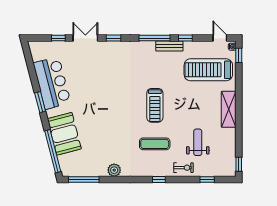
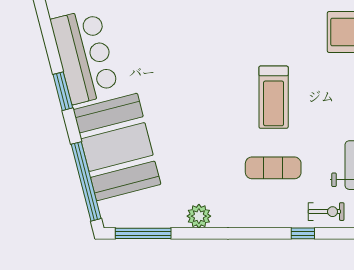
booth: (64, 134) -> (117, 147), width x1.36, depth x1.42
window: (159, 180) -> (303, 233), moved

